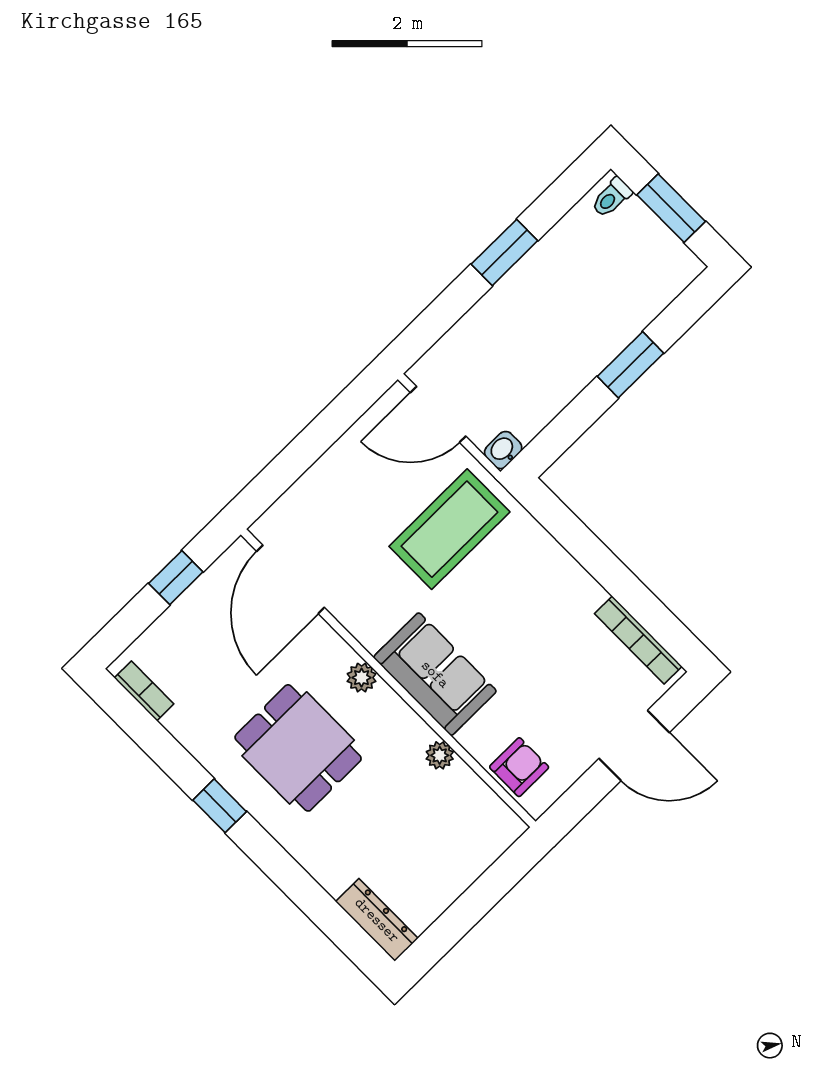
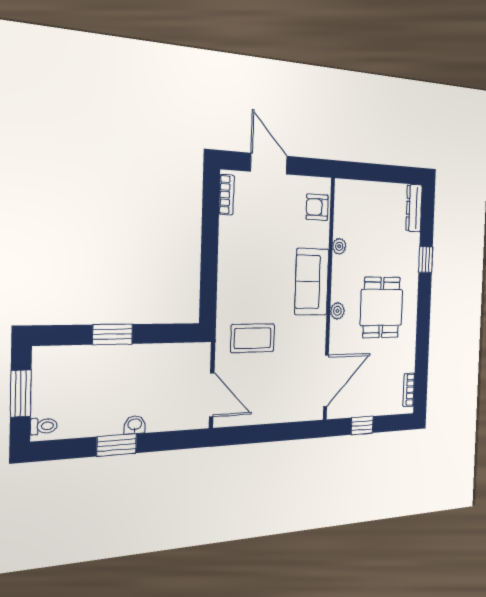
washbasin: (503, 450) -> (135, 425), moved, turned 180
coffee table: (449, 529) -> (253, 338), width x0.73, depth x0.76
bookcase: (638, 640) -> (226, 195), width x0.64
window: (220, 806) -> (426, 260), moved

